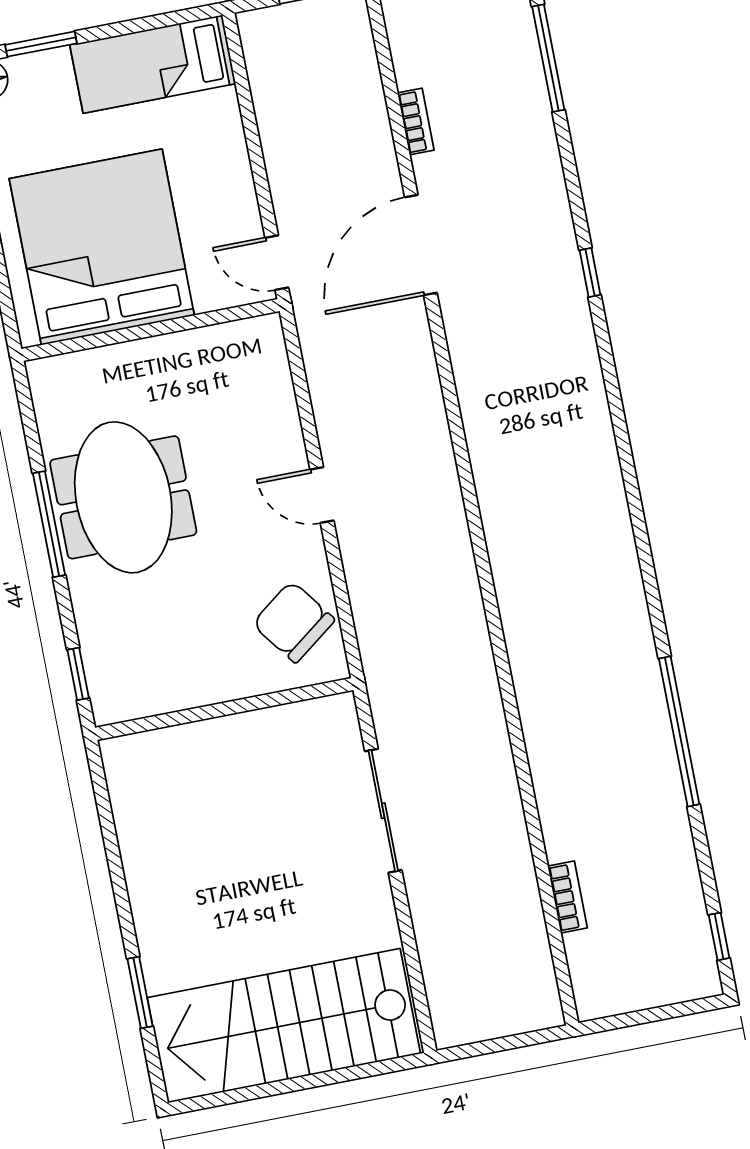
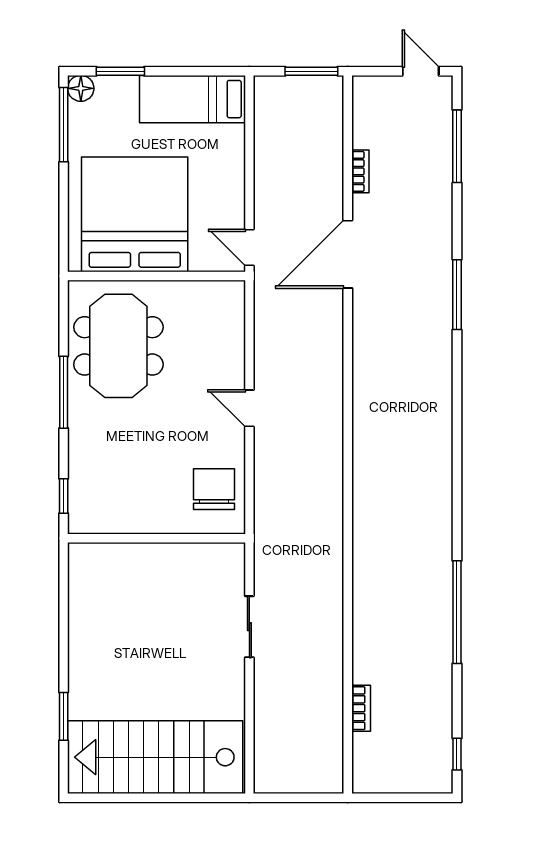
window: (590, 273) -> (457, 295), width x2.17
meeting table: (123, 497) -> (118, 346), moved
chair: (293, 622) -> (214, 489), turned 37
sliding door: (383, 811) -> (249, 627), width x0.73

